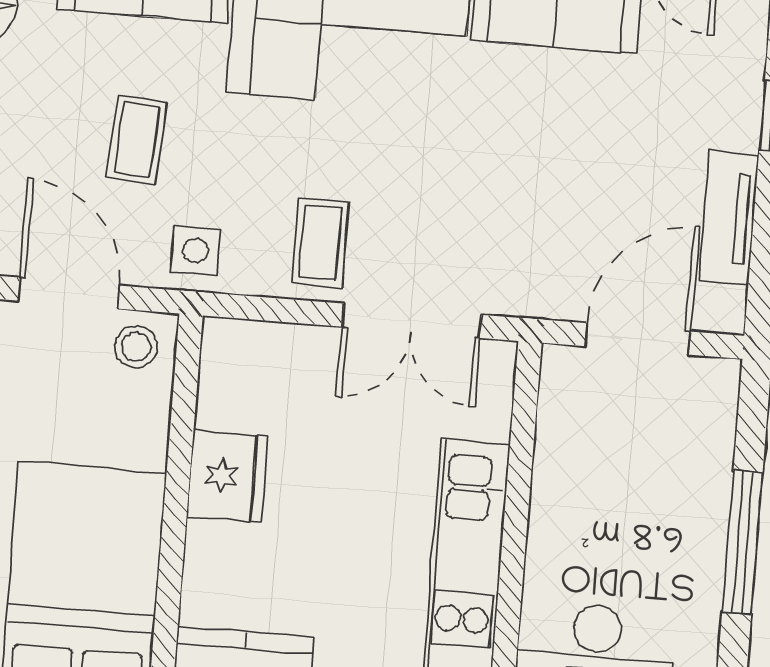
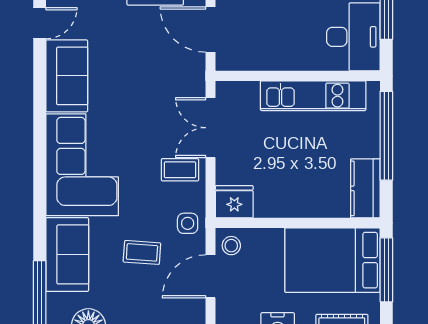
double door: (412, 321) -> (211, 128), swing flipped
fridge: (227, 476) -> (234, 202), moved

